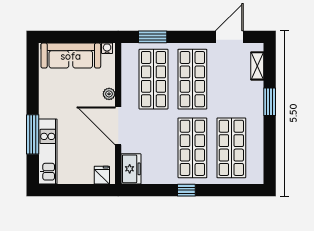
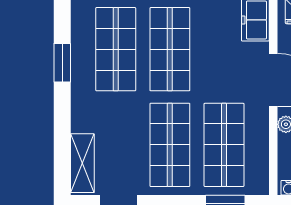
shelving: (257, 66) -> (82, 163), width x1.50, depth x1.33
window: (270, 102) -> (62, 63), moved

